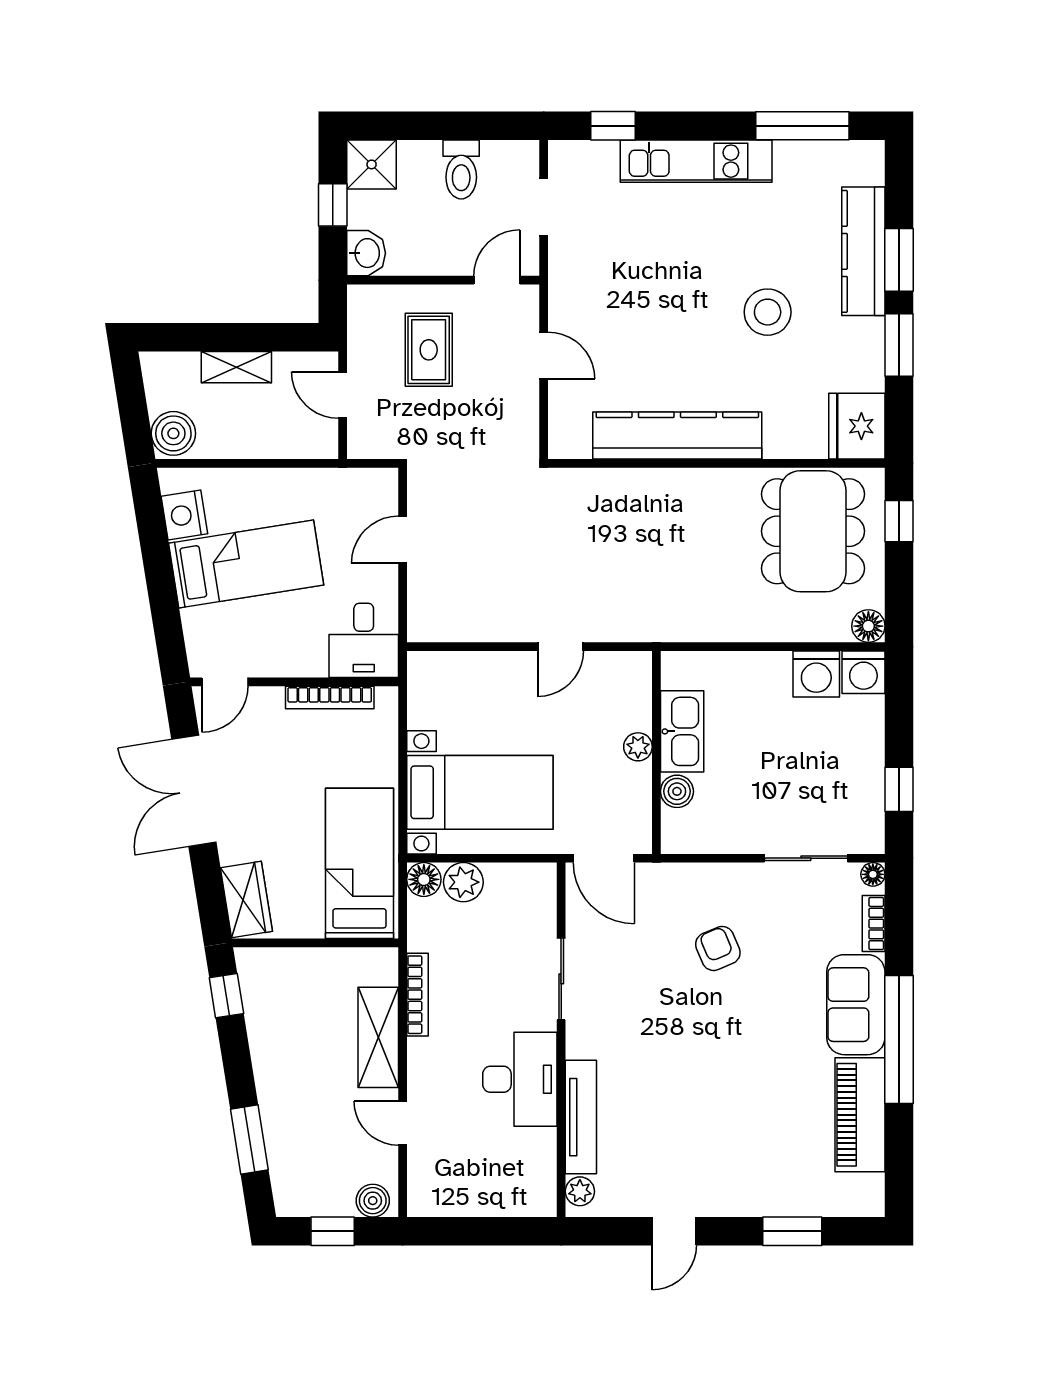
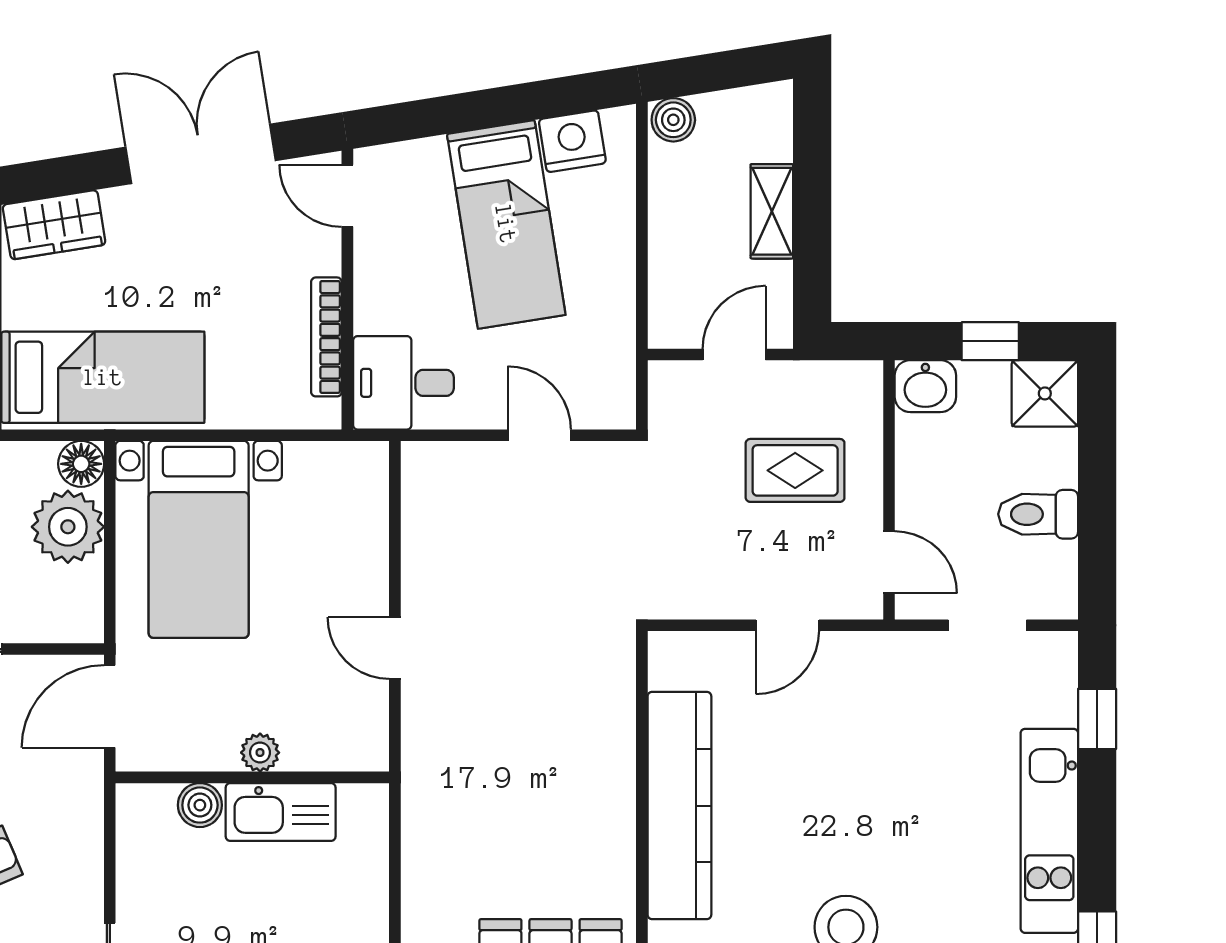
boiler: (173, 433) -> (673, 120), width x0.73, depth x0.73
plant: (463, 882) -> (68, 527), width x1.36, depth x1.36

